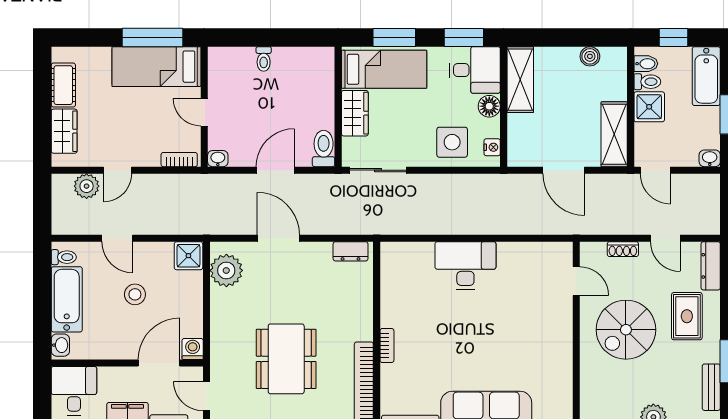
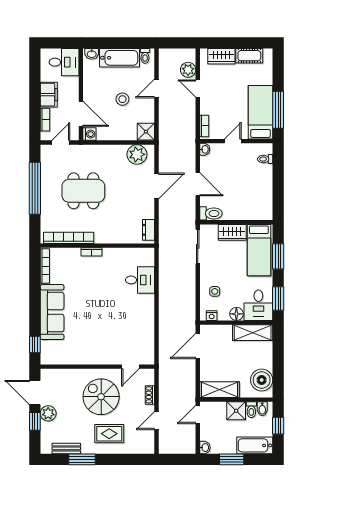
boiler: (590, 56) -> (262, 380), width x1.86, depth x1.86
toilet: (264, 59) -> (265, 159), moved
side table: (452, 142) -> (215, 291), width x0.54, depth x0.54
door: (564, 170) -> (198, 346), moved
desk: (465, 265) -> (140, 280), moved, width x0.73
dresser: (711, 266) -> (140, 448), removed

